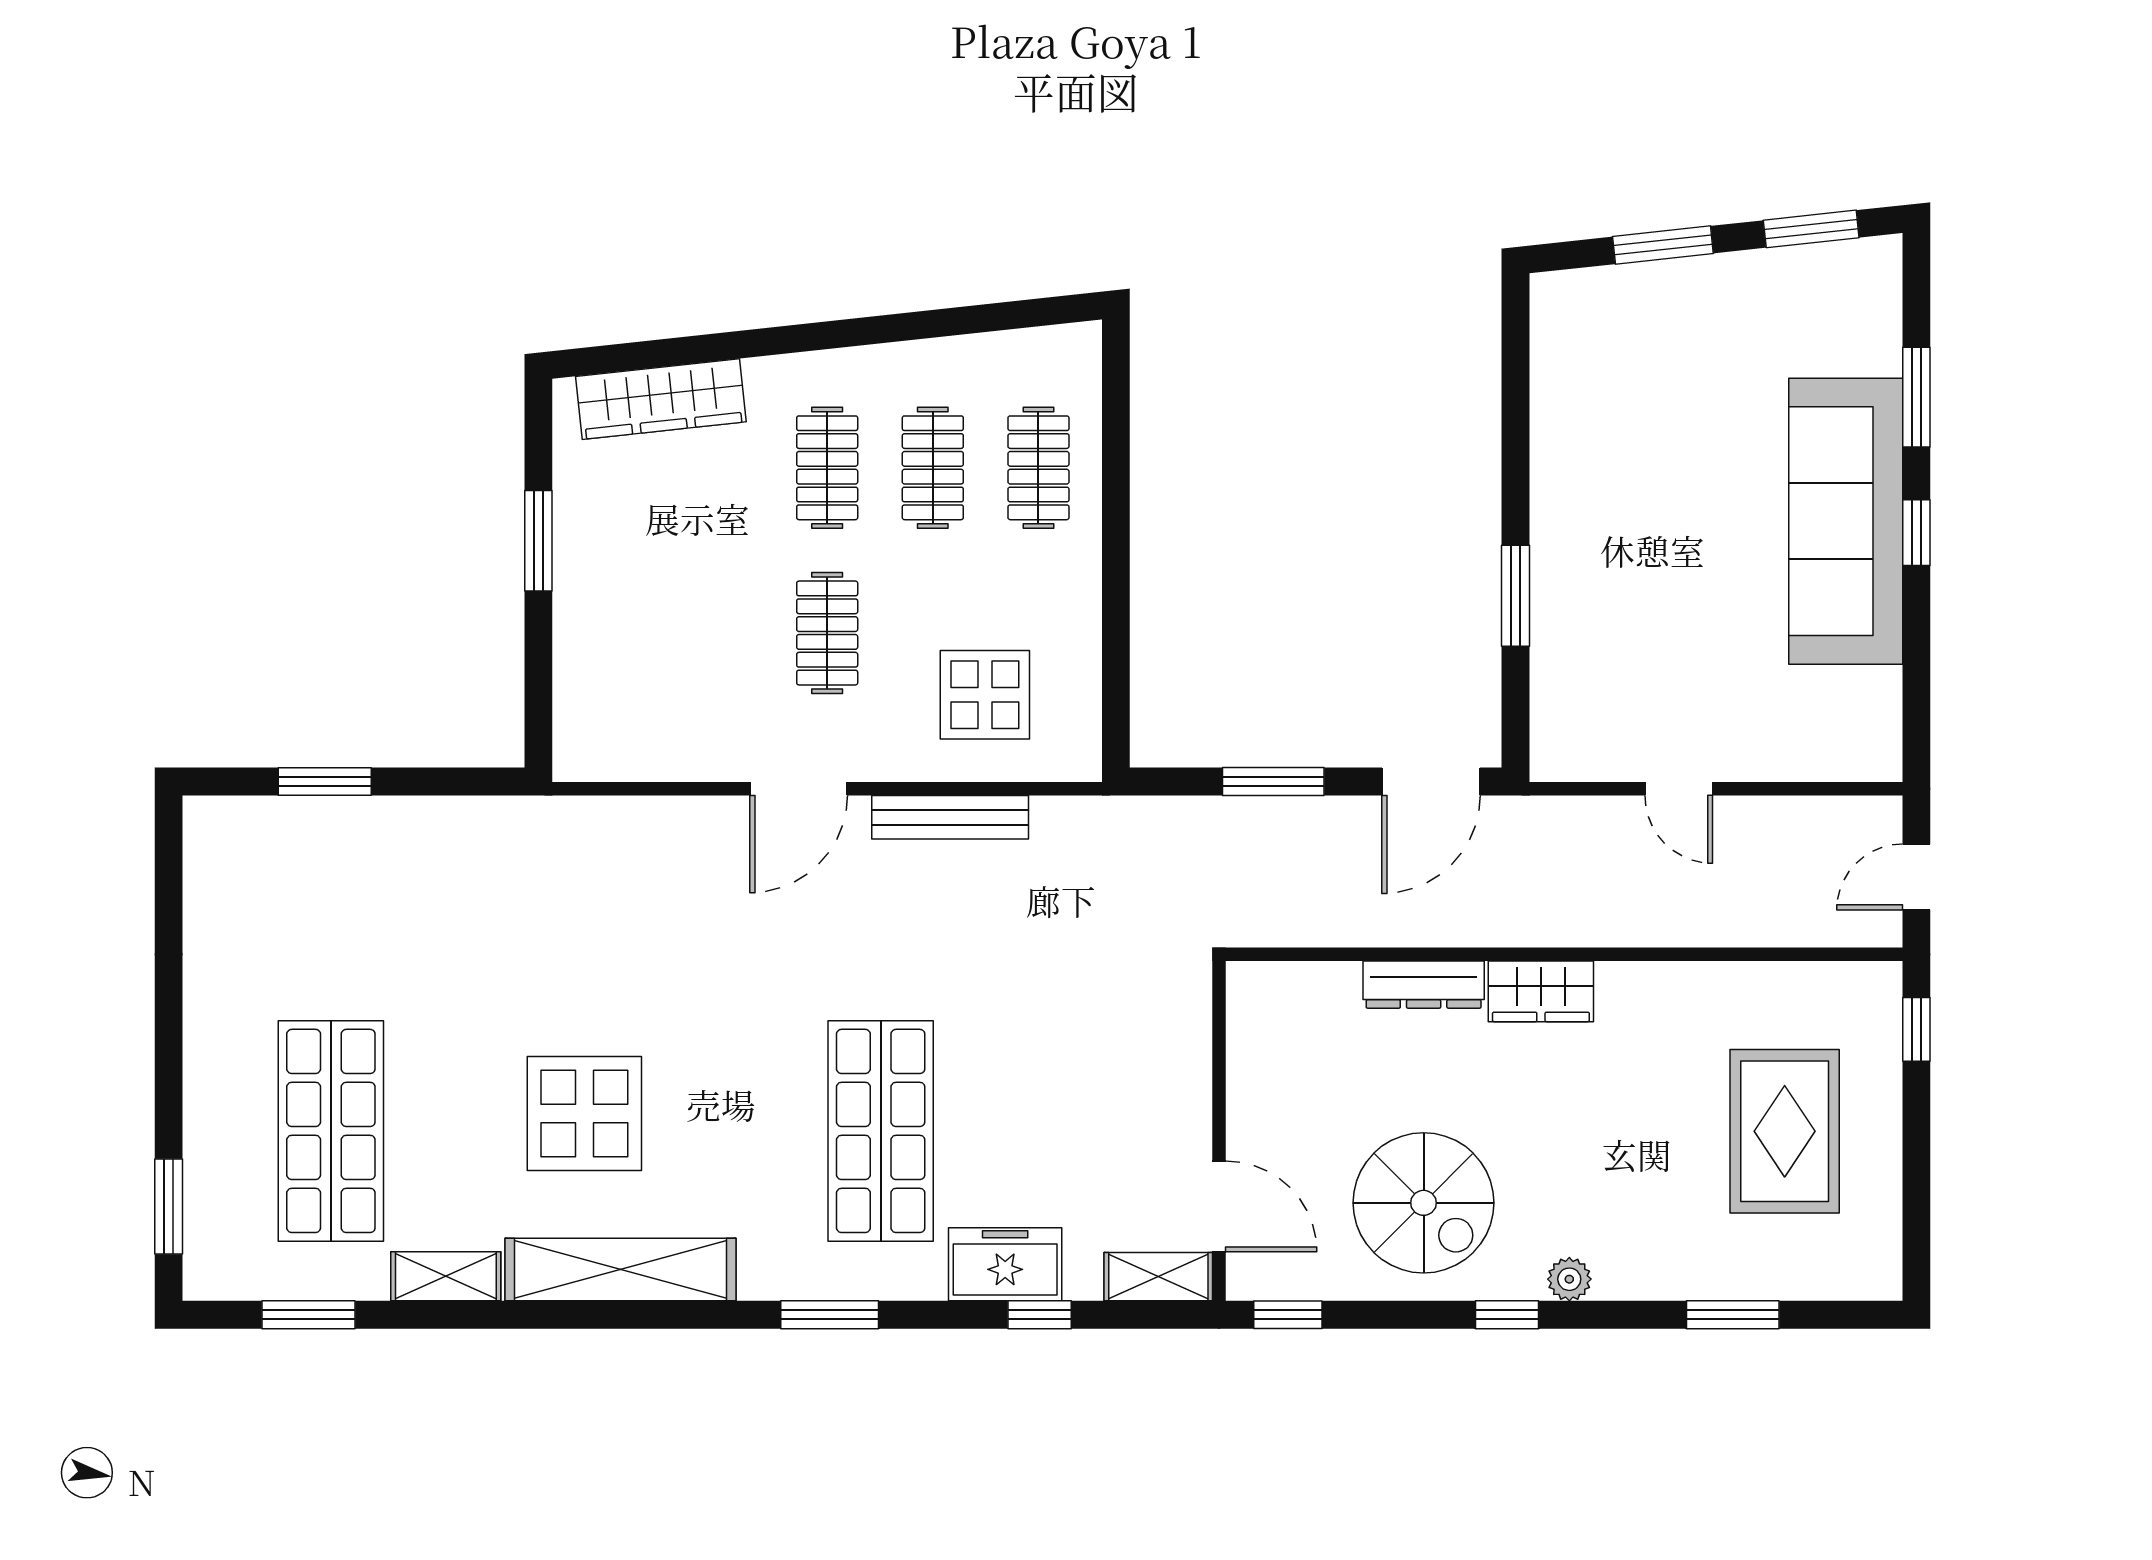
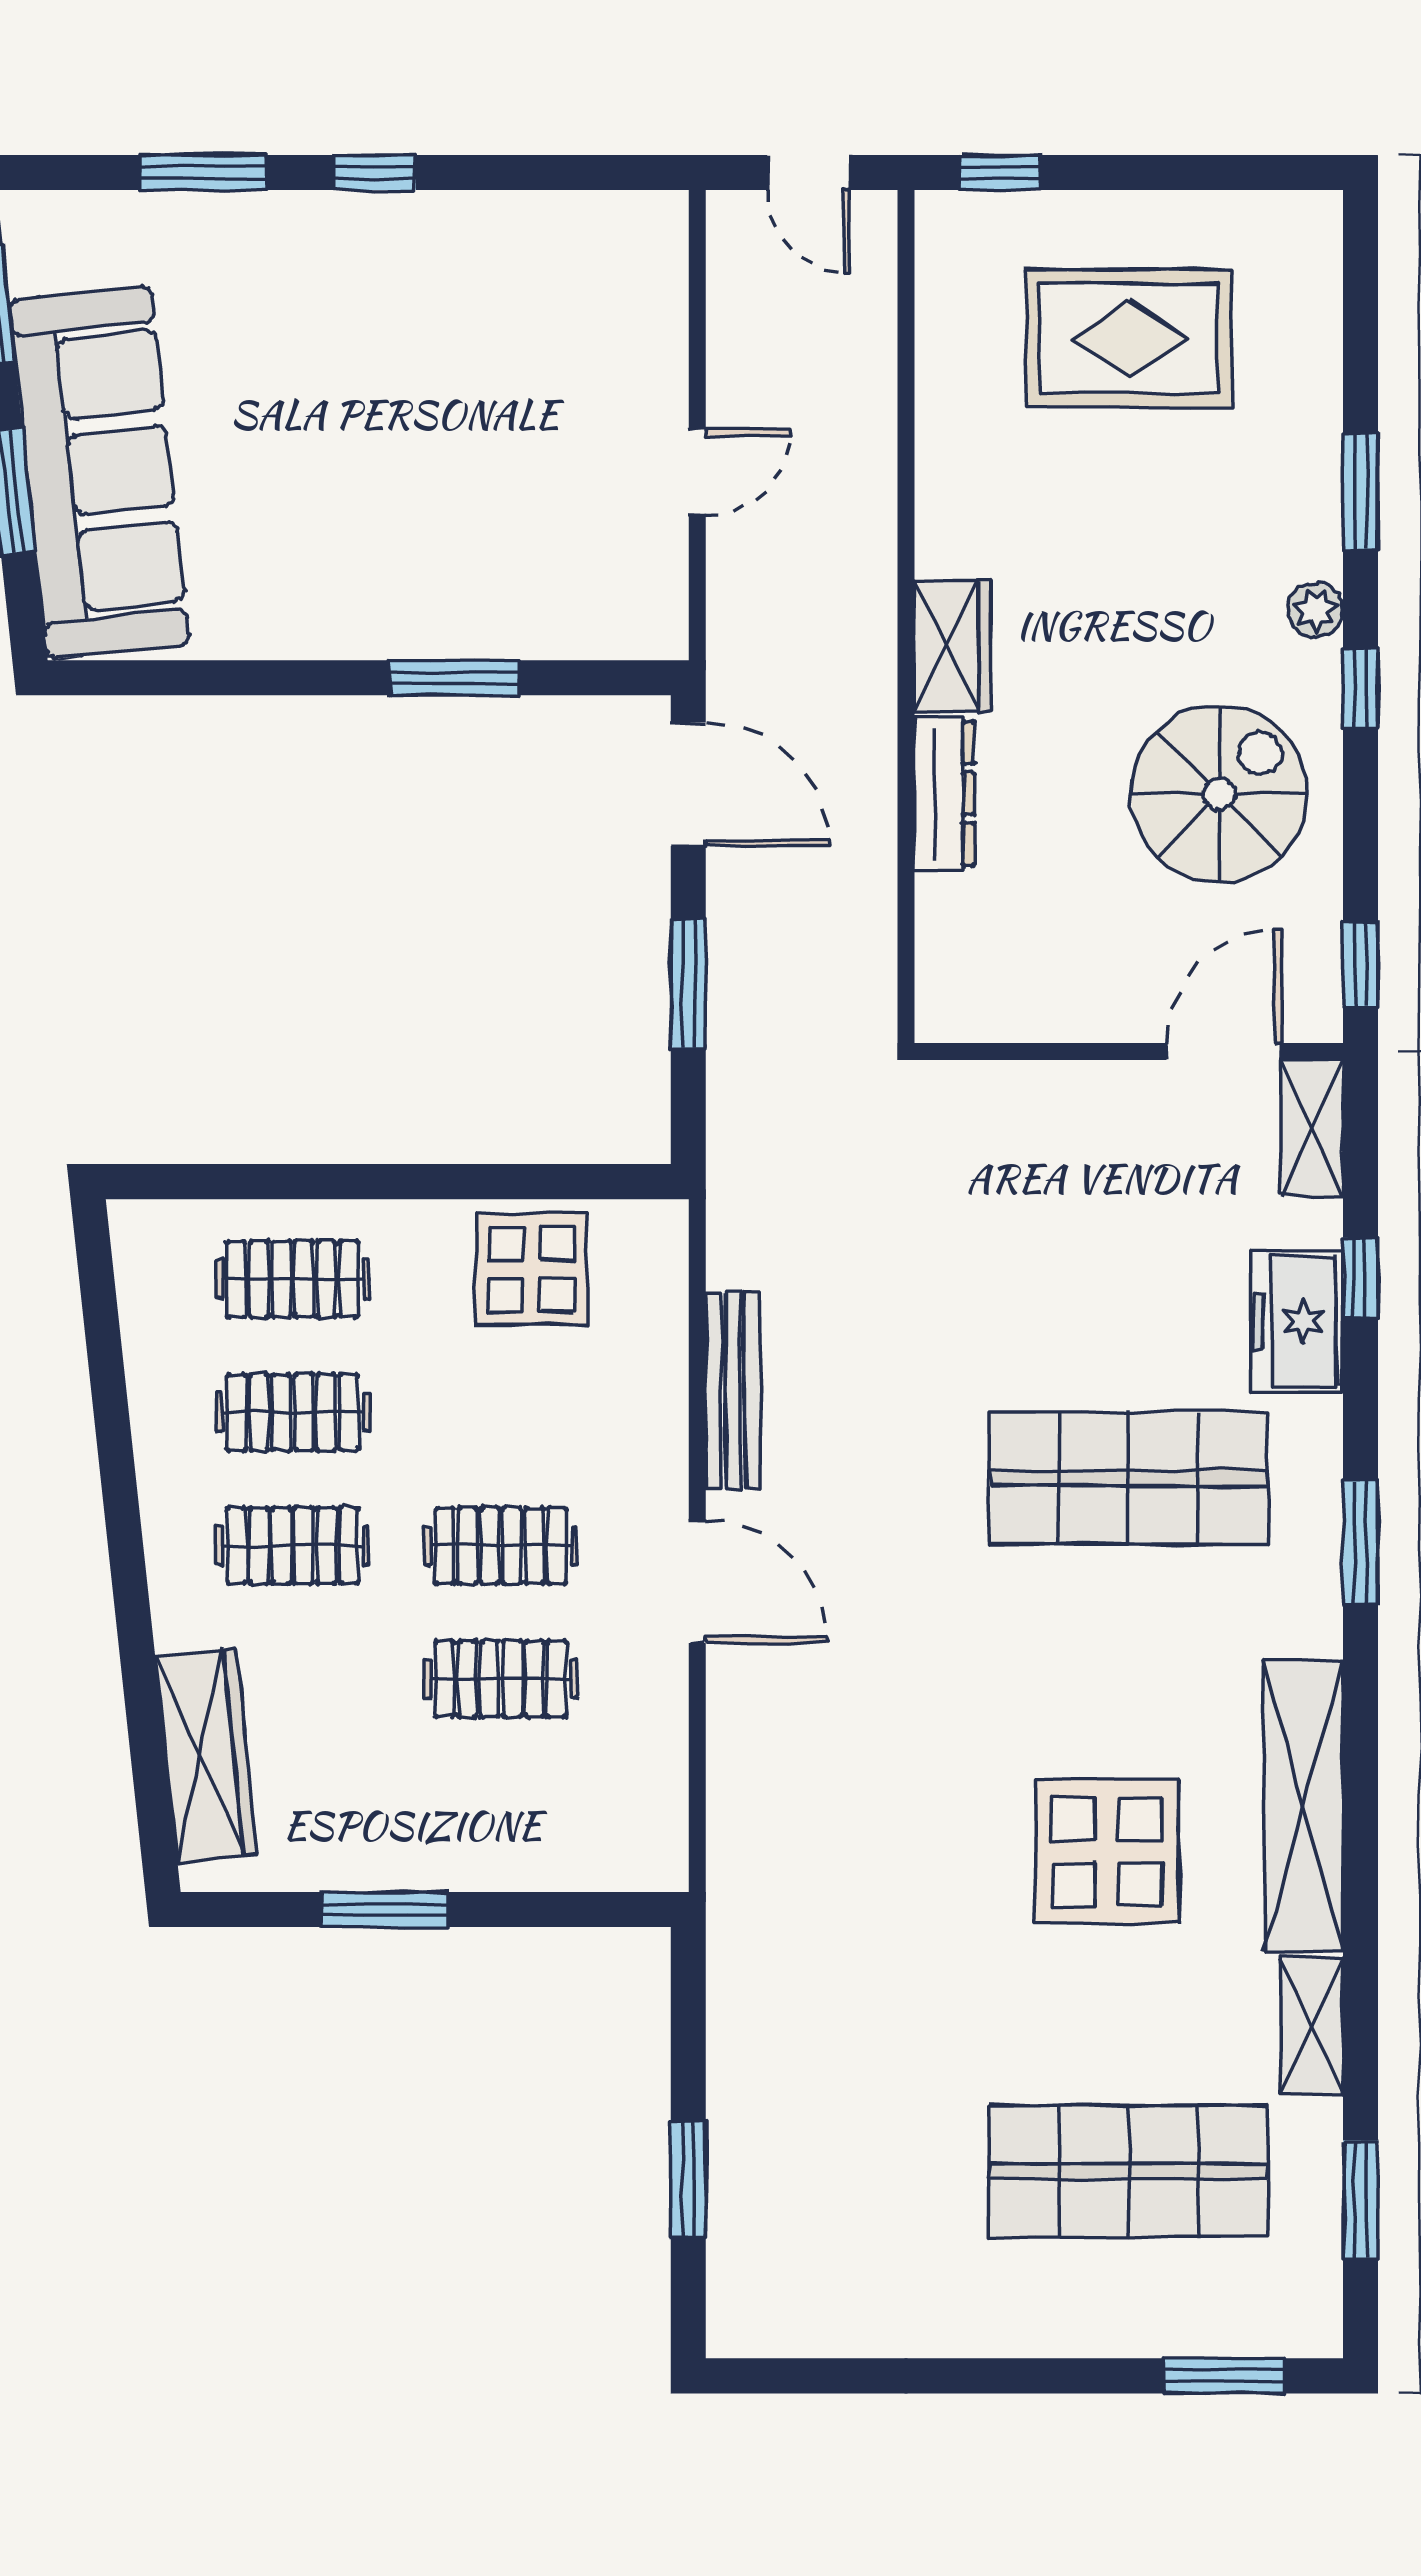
sofa: (1846, 521) -> (99, 472), moved, turned -96
clothes rail: (721, 633) -> (501, 1679), added
display table: (985, 695) -> (531, 1269), moved
window: (1733, 1315) -> (1360, 492), moved

